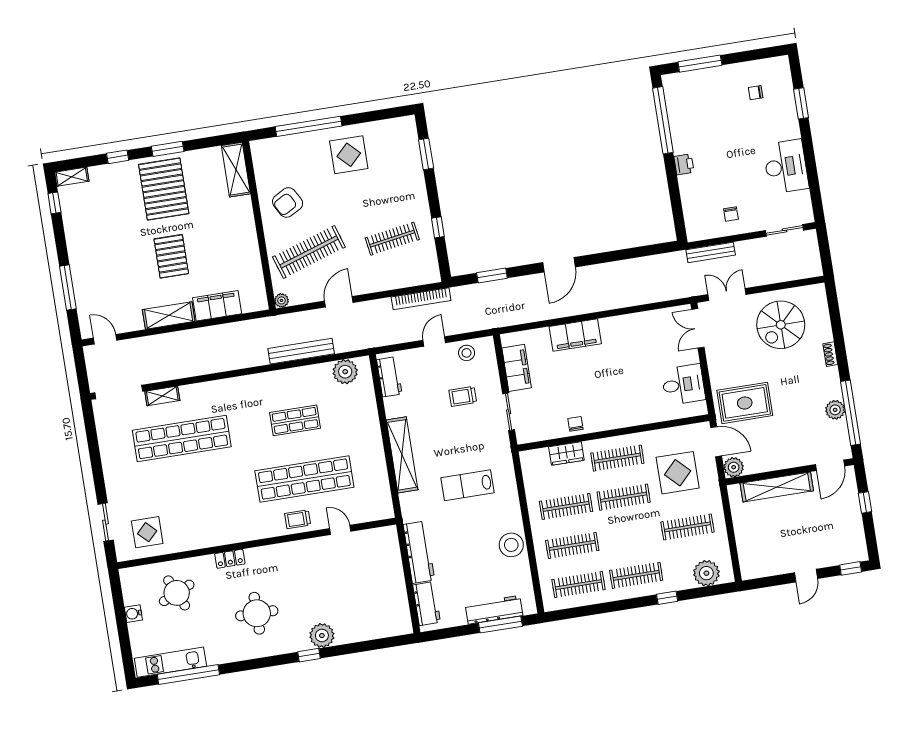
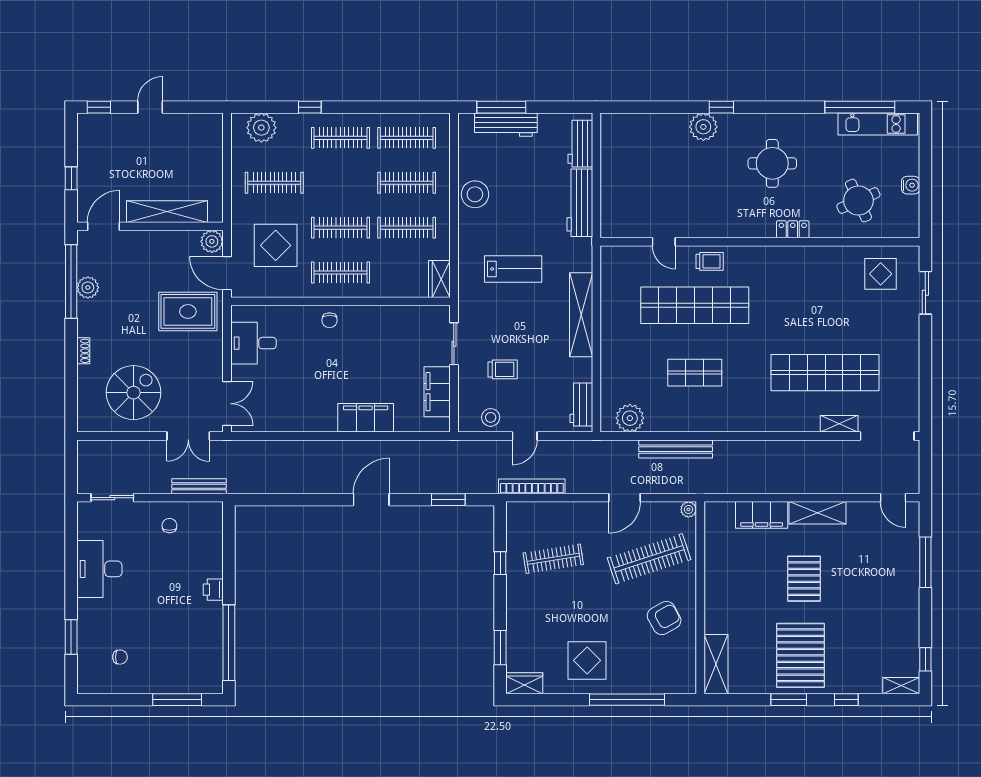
wardrobe: (400, 126) -> (524, 683), added
chair: (575, 424) -> (330, 320), moved
wardrobe: (566, 454) -> (439, 279), moved, turned -90

